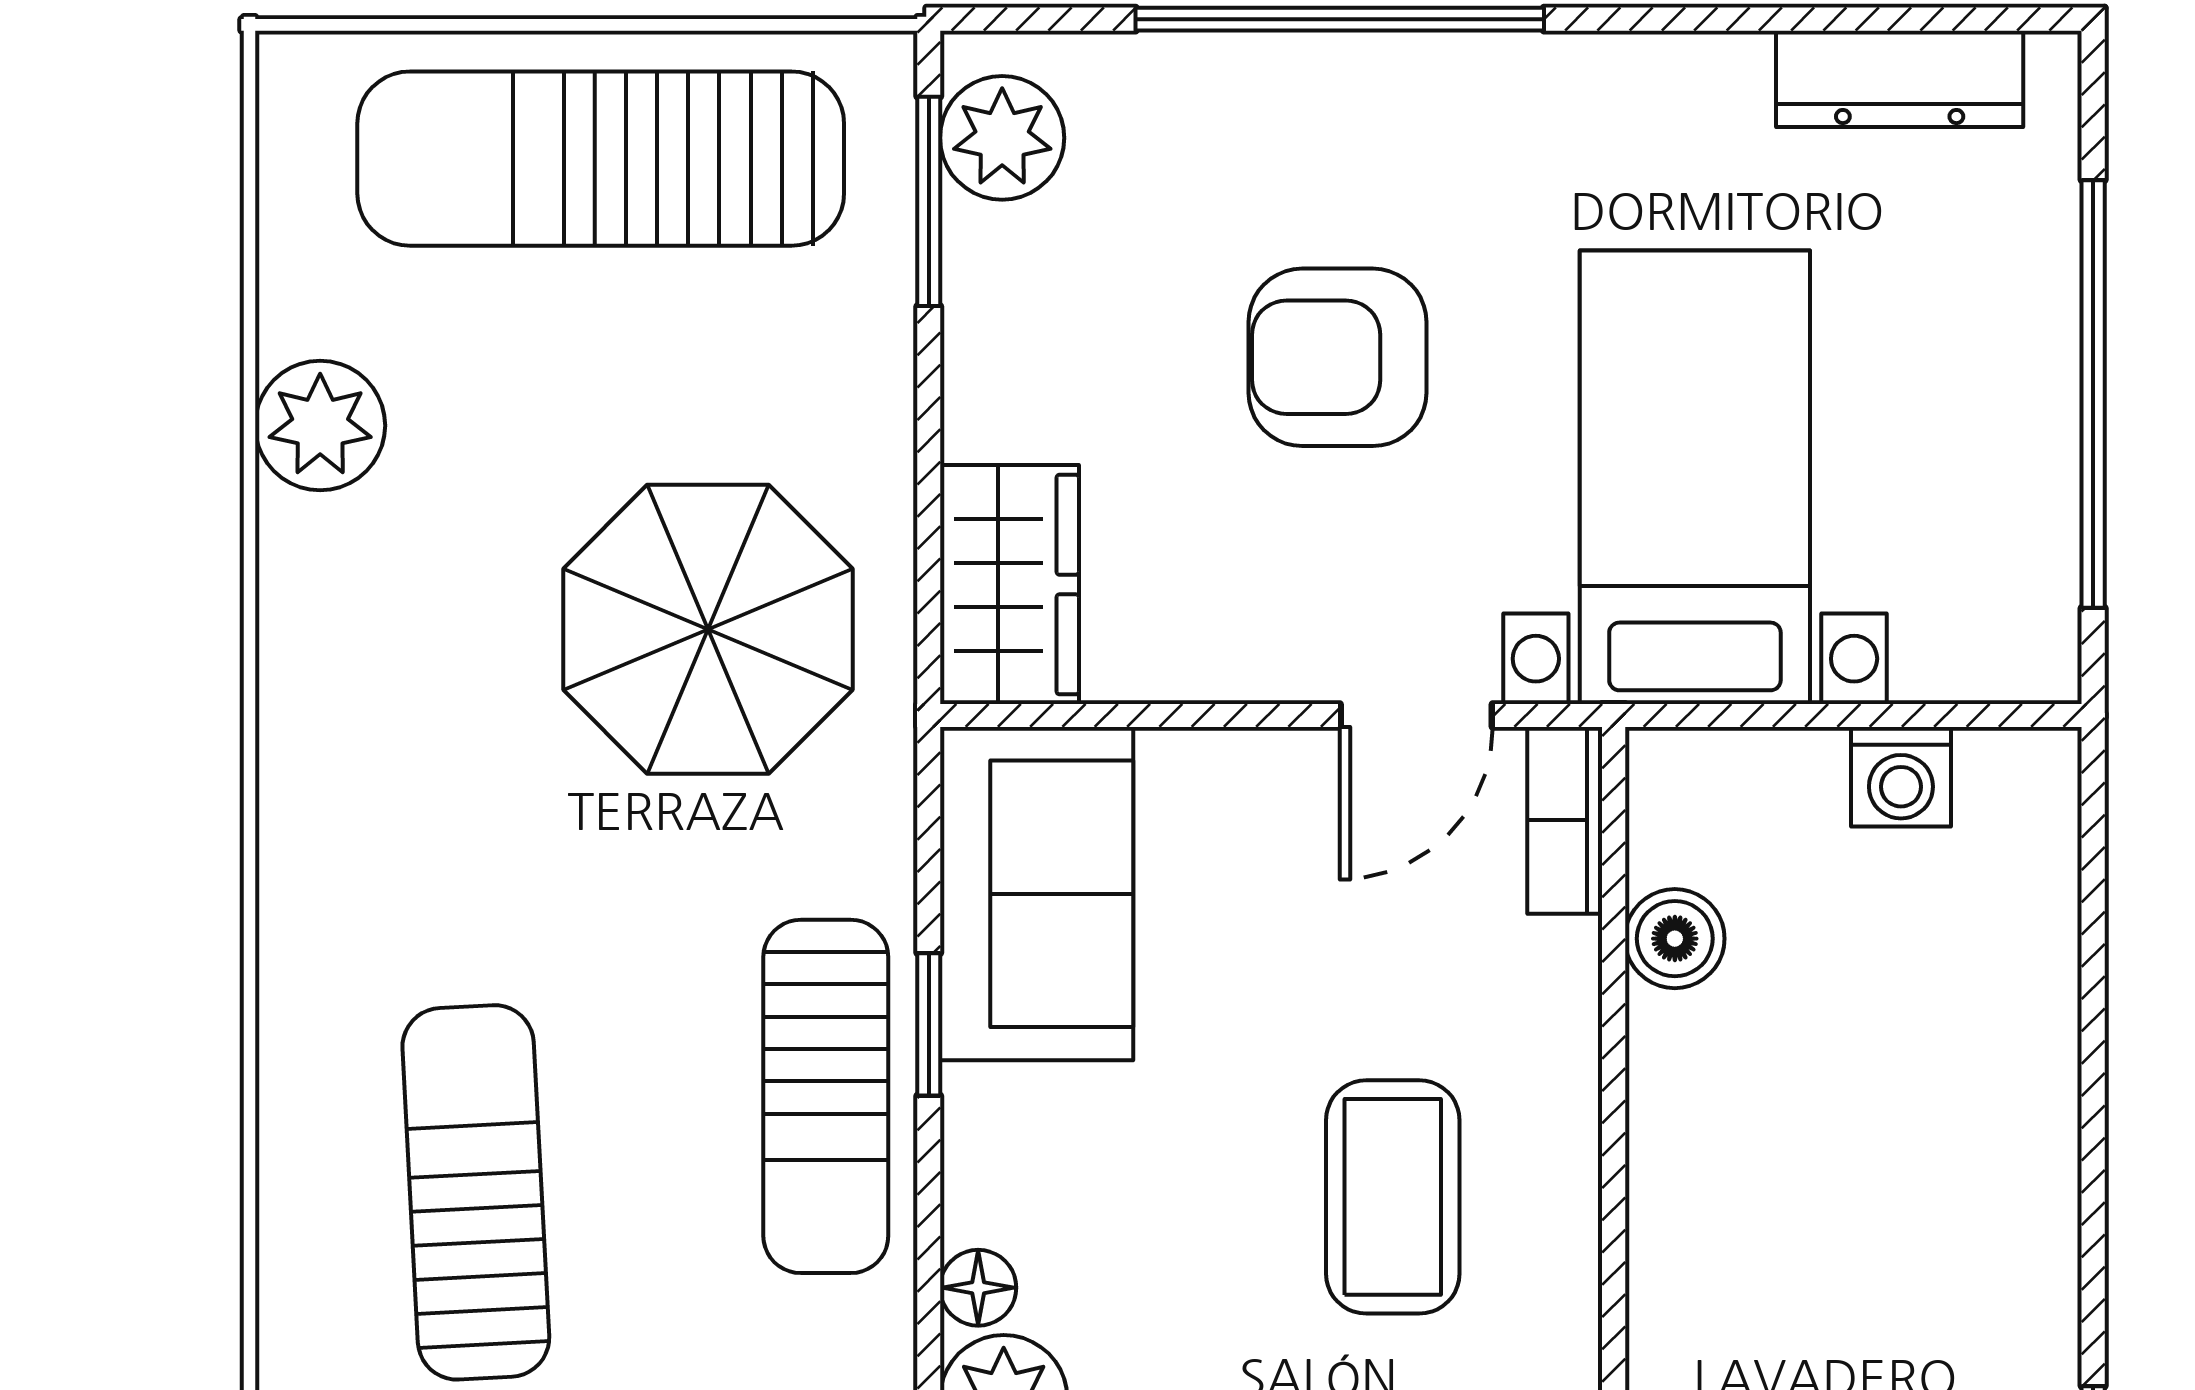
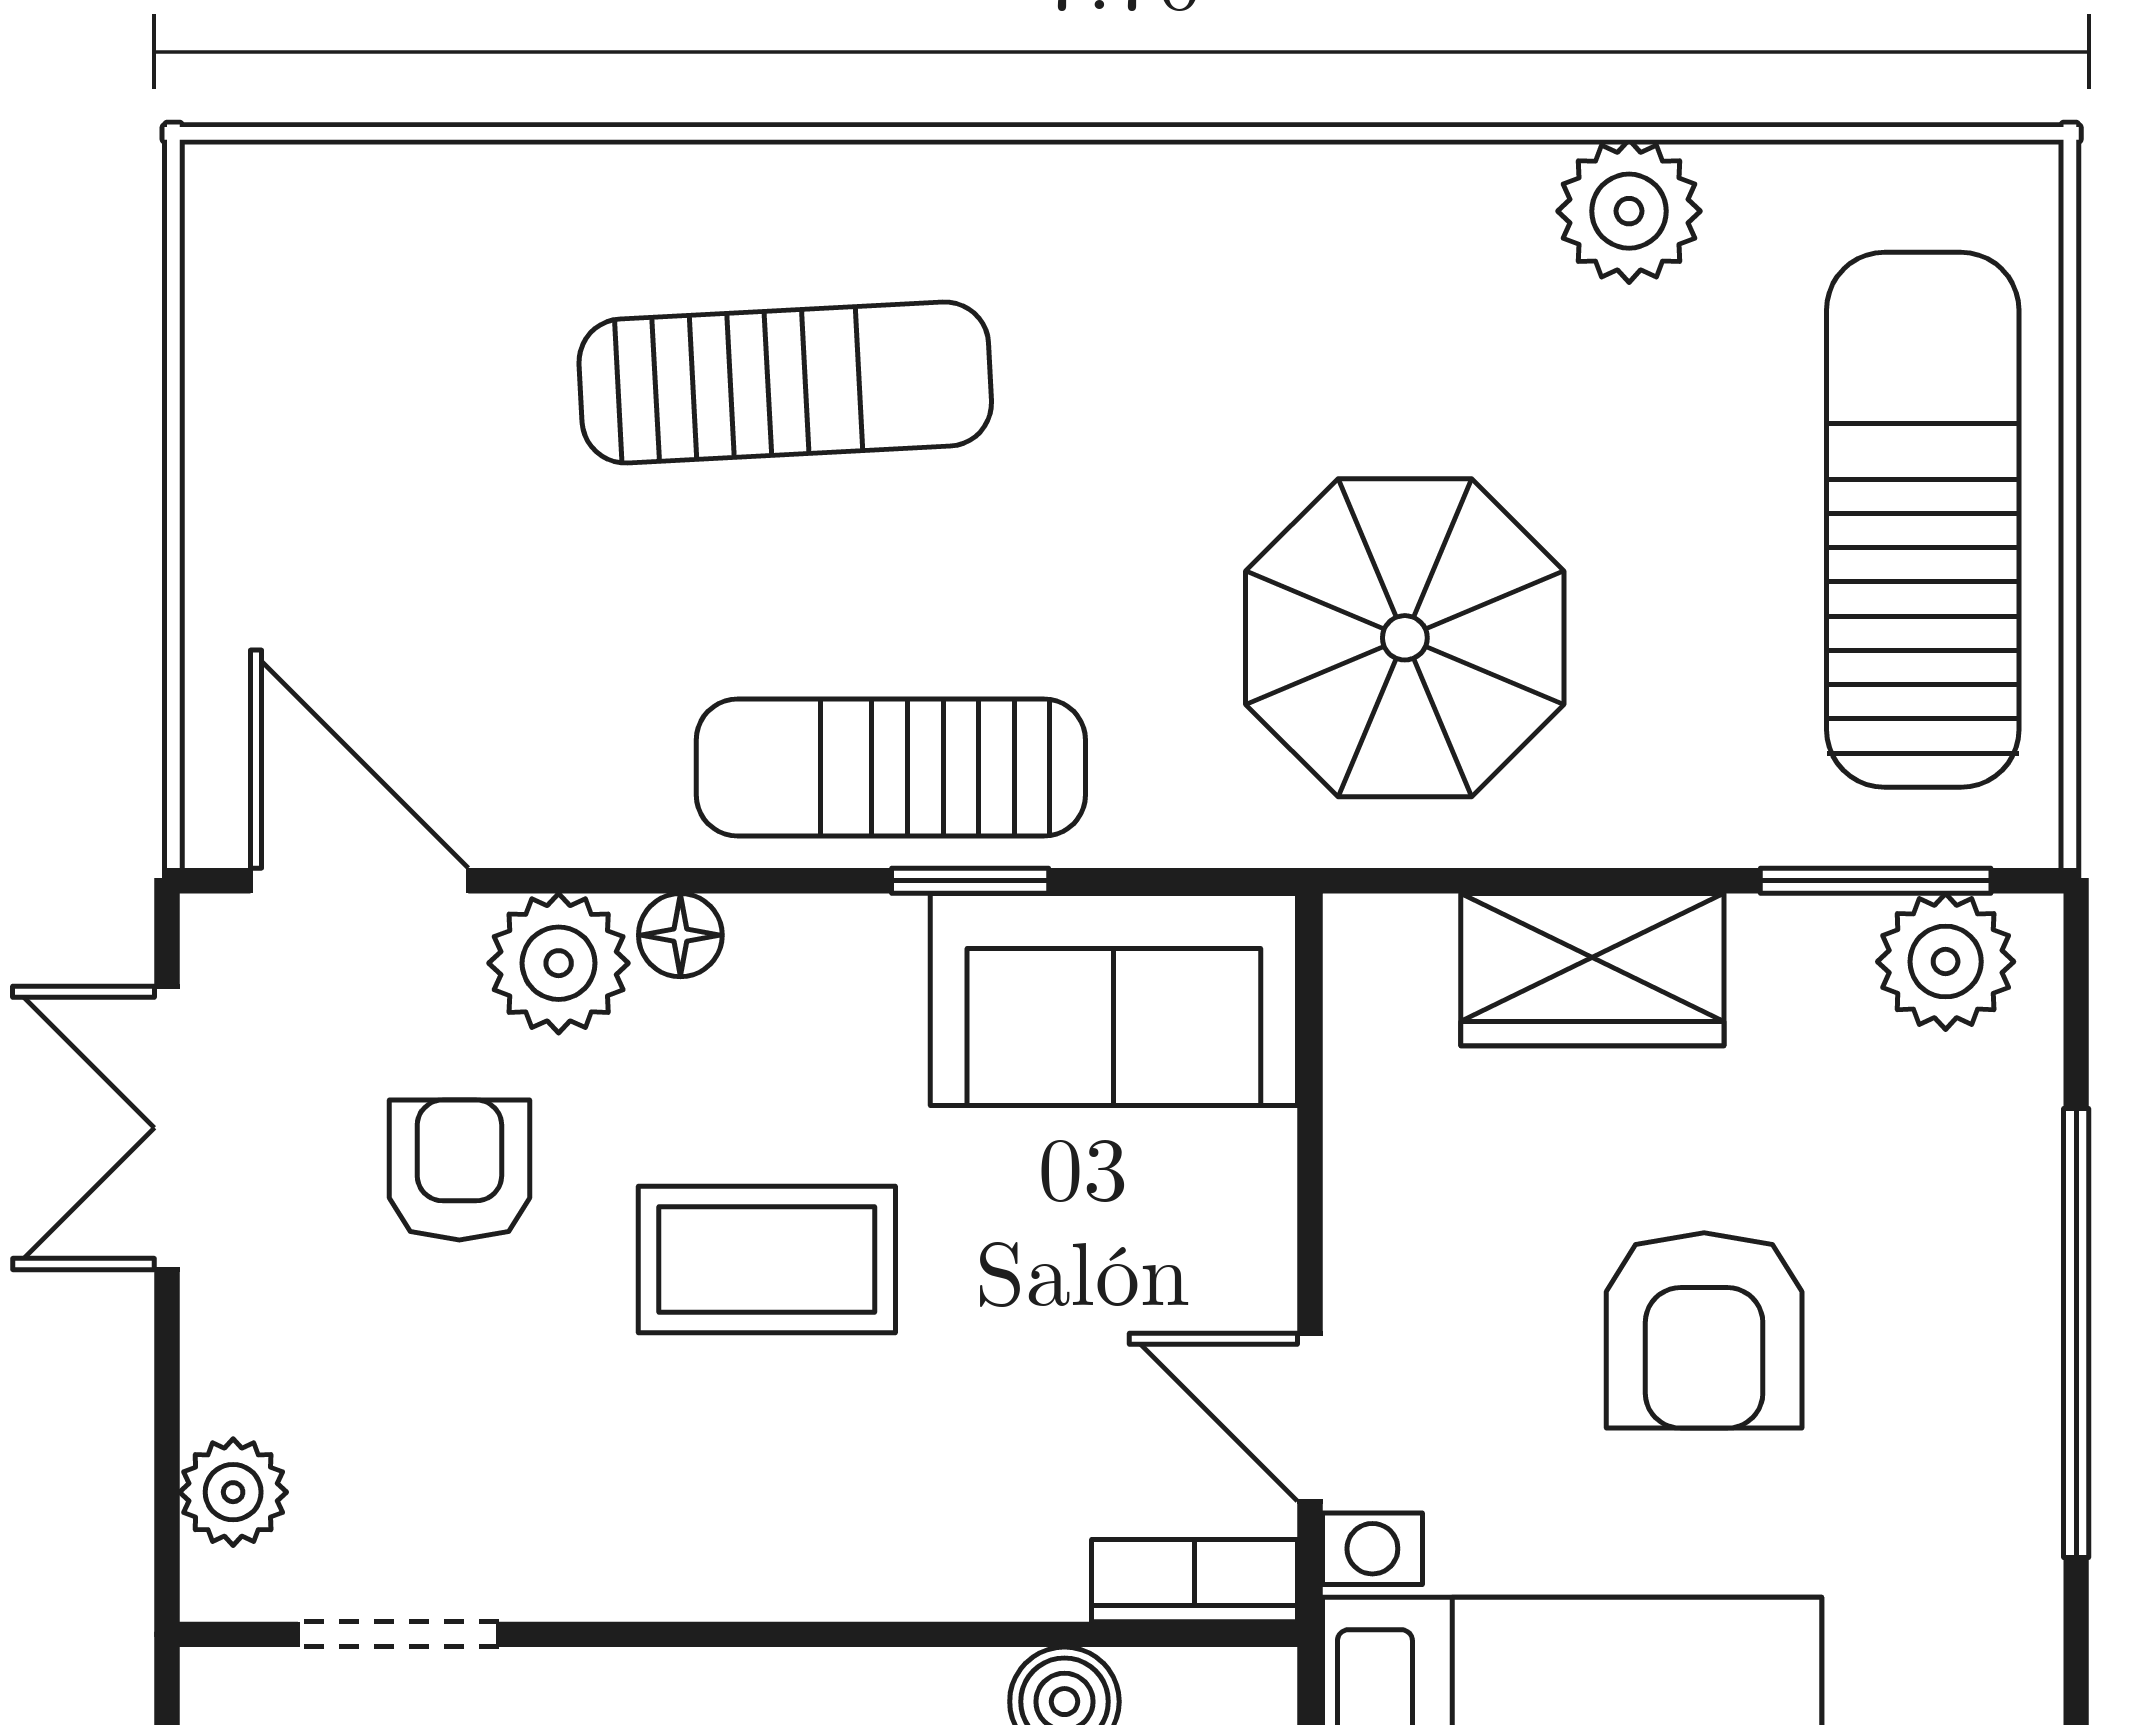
armchair: (1337, 357) -> (1704, 1330), turned 180
wardrobe: (1009, 585) -> (1592, 970), moved
coffee table: (1393, 1197) -> (767, 1260), moved

